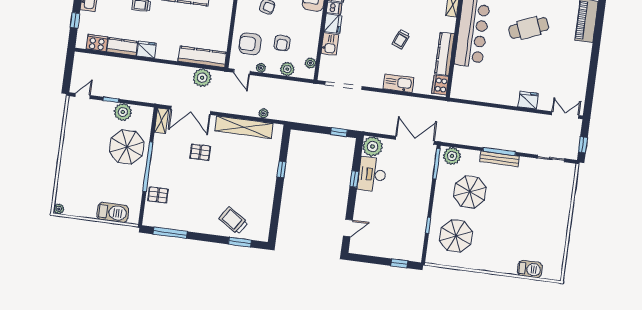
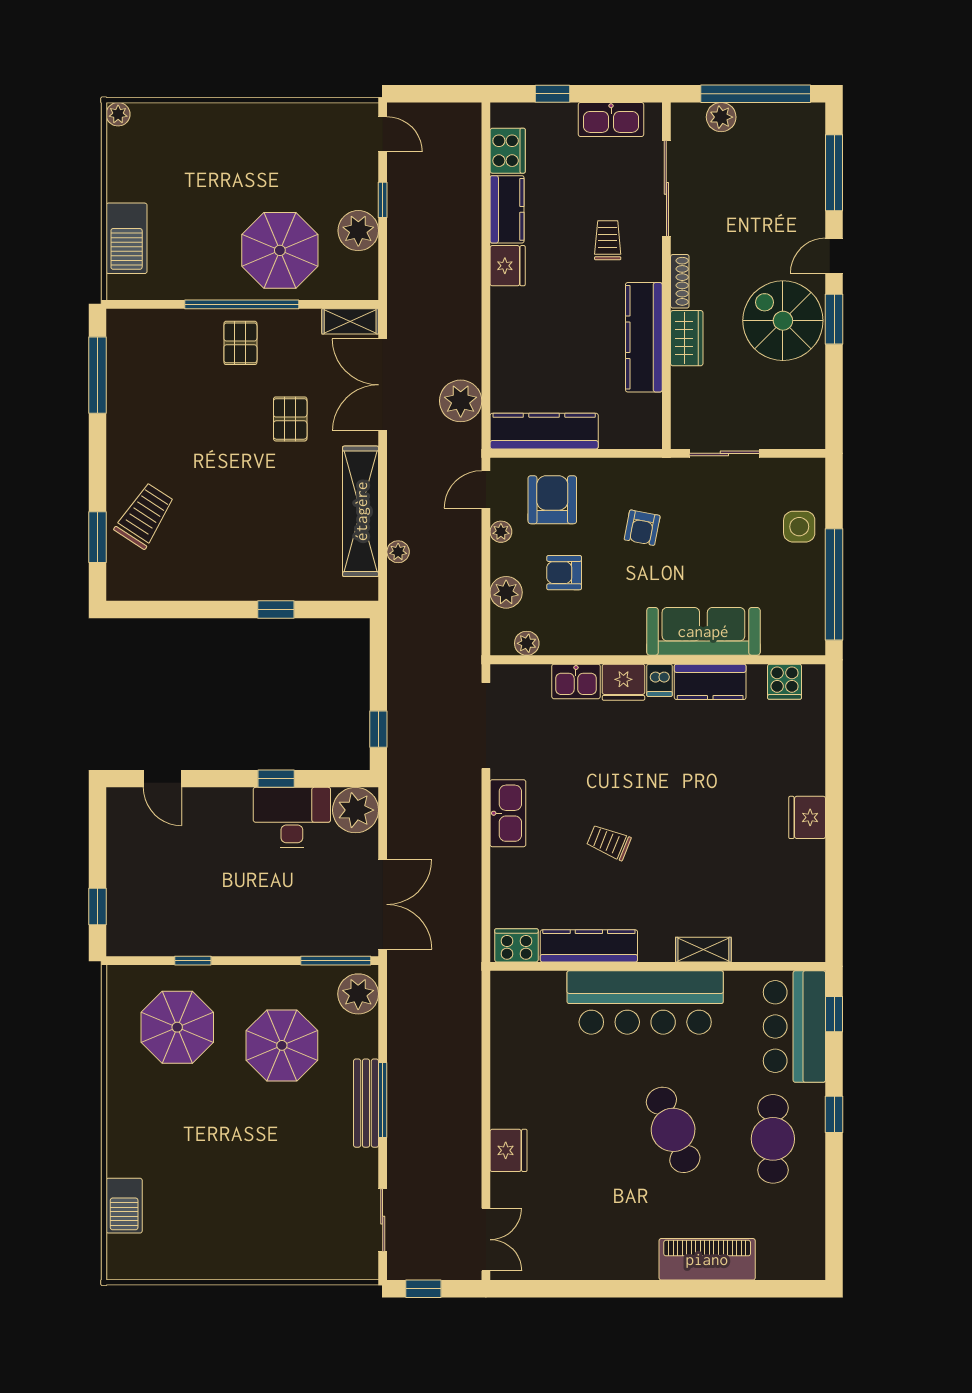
kitchen counter: (202, 57) -> (544, 431), moved, turned -90
kitchen sink: (399, 83) -> (508, 813), moved
pallet: (158, 195) -> (240, 343), moved

